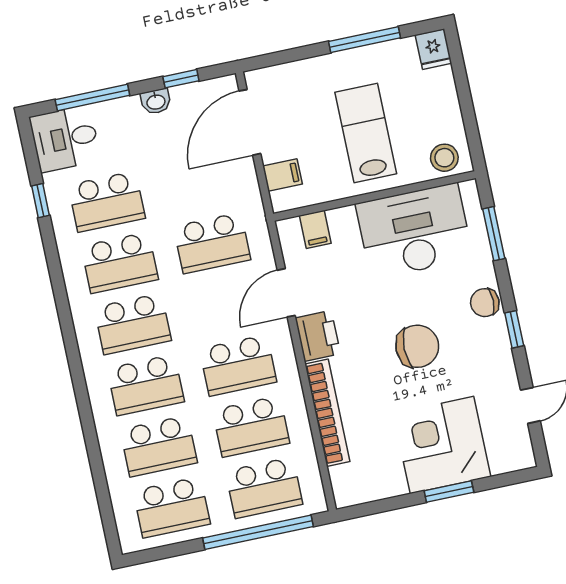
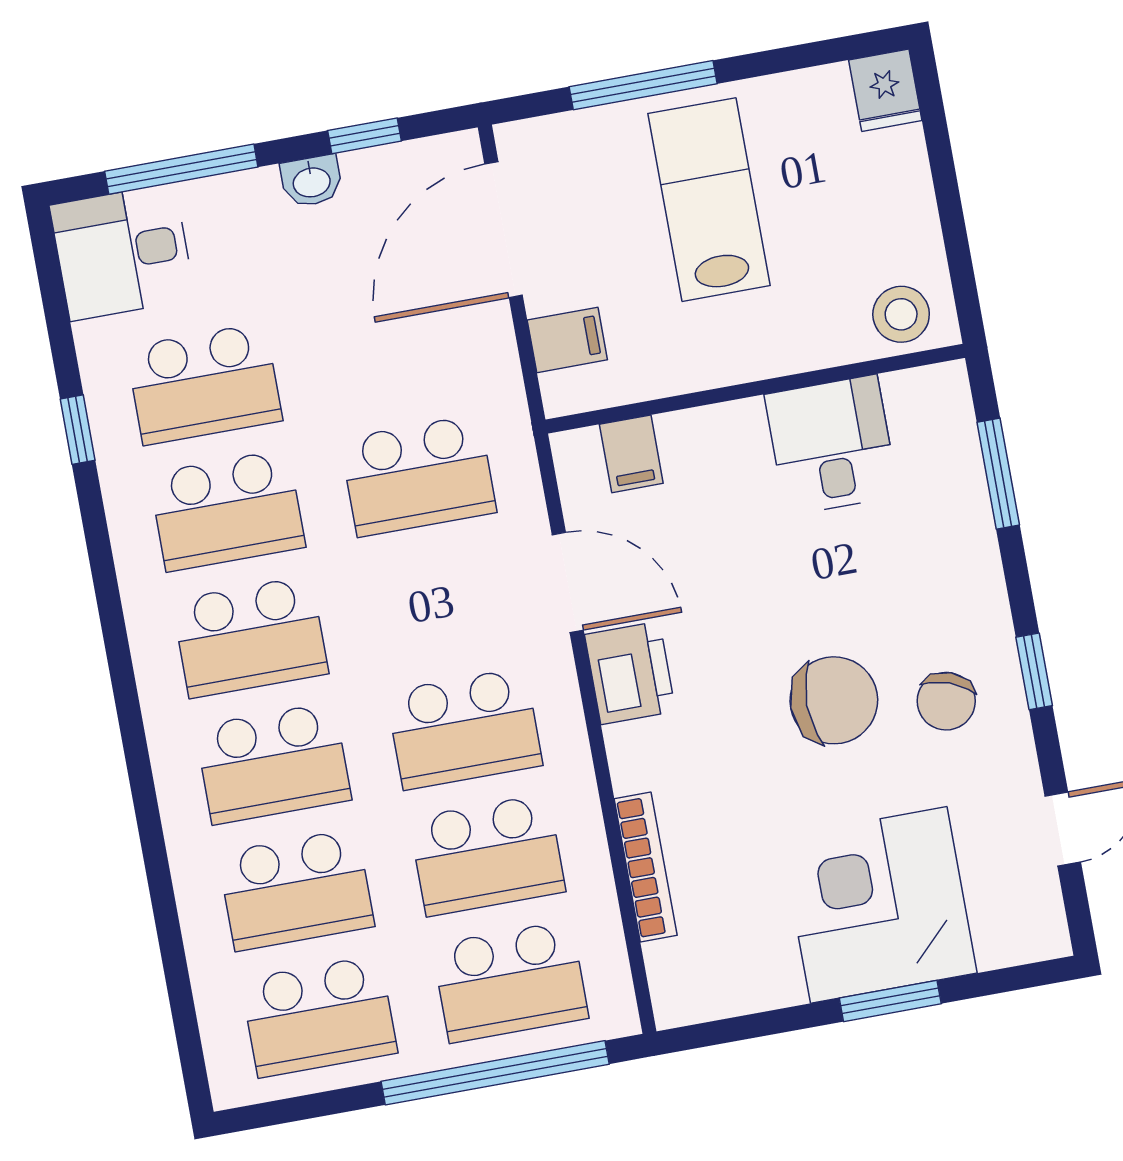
window: (365, 40) -> (643, 85), moved
lab bench: (366, 133) -> (709, 200), moved
window: (40, 201) -> (78, 430), moved
desk: (414, 231) -> (831, 445), width x0.53, depth x0.77
door: (286, 293) -> (568, 582), swing flipped
chair: (485, 303) -> (946, 701), moved, turned -70
bookcase: (327, 413) -> (646, 867), width x0.68, depth x0.76

